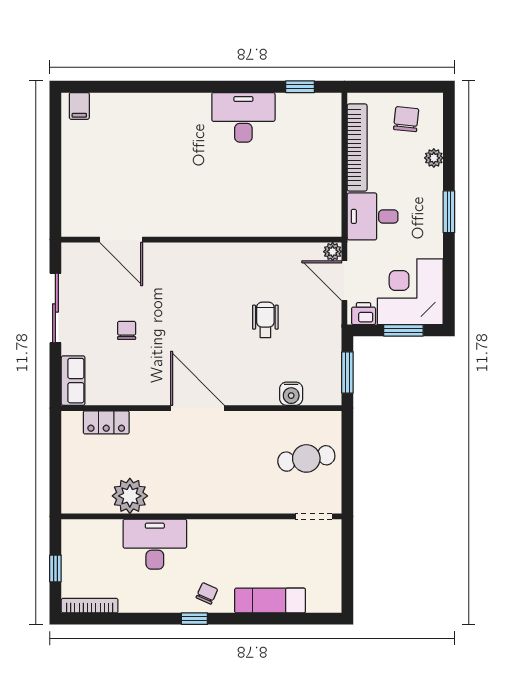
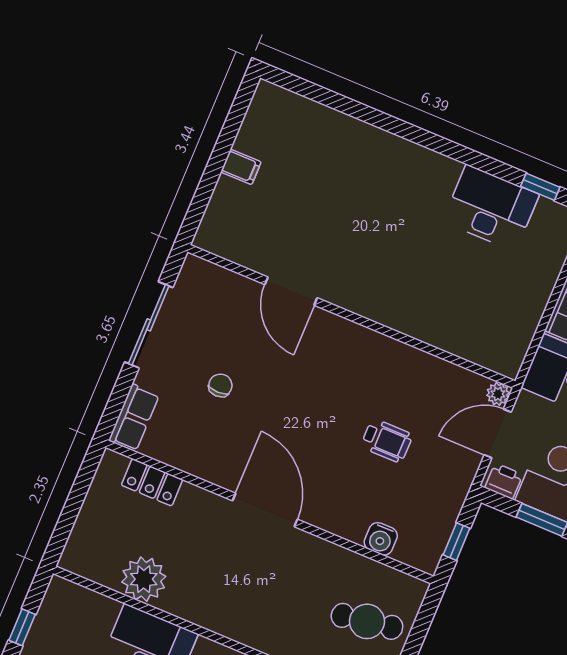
filing cabinet: (79, 106) -> (241, 167), moved, turned -90
desk: (243, 117) -> (491, 208), moved
door: (121, 240) -> (291, 291), moved
door: (344, 281) -> (498, 434), hinge flipped
wheelchair: (265, 320) -> (387, 441), turned 90
window: (347, 372) -> (457, 542), width x0.67

